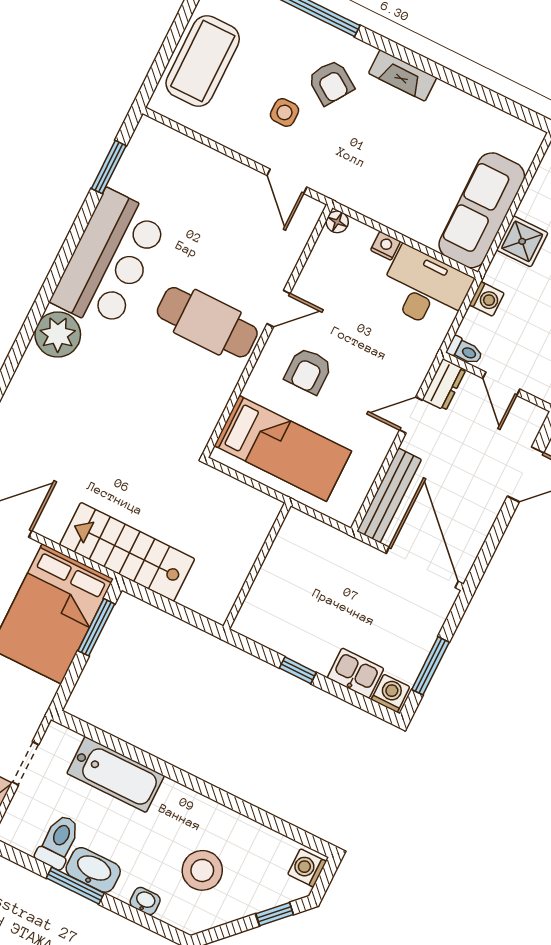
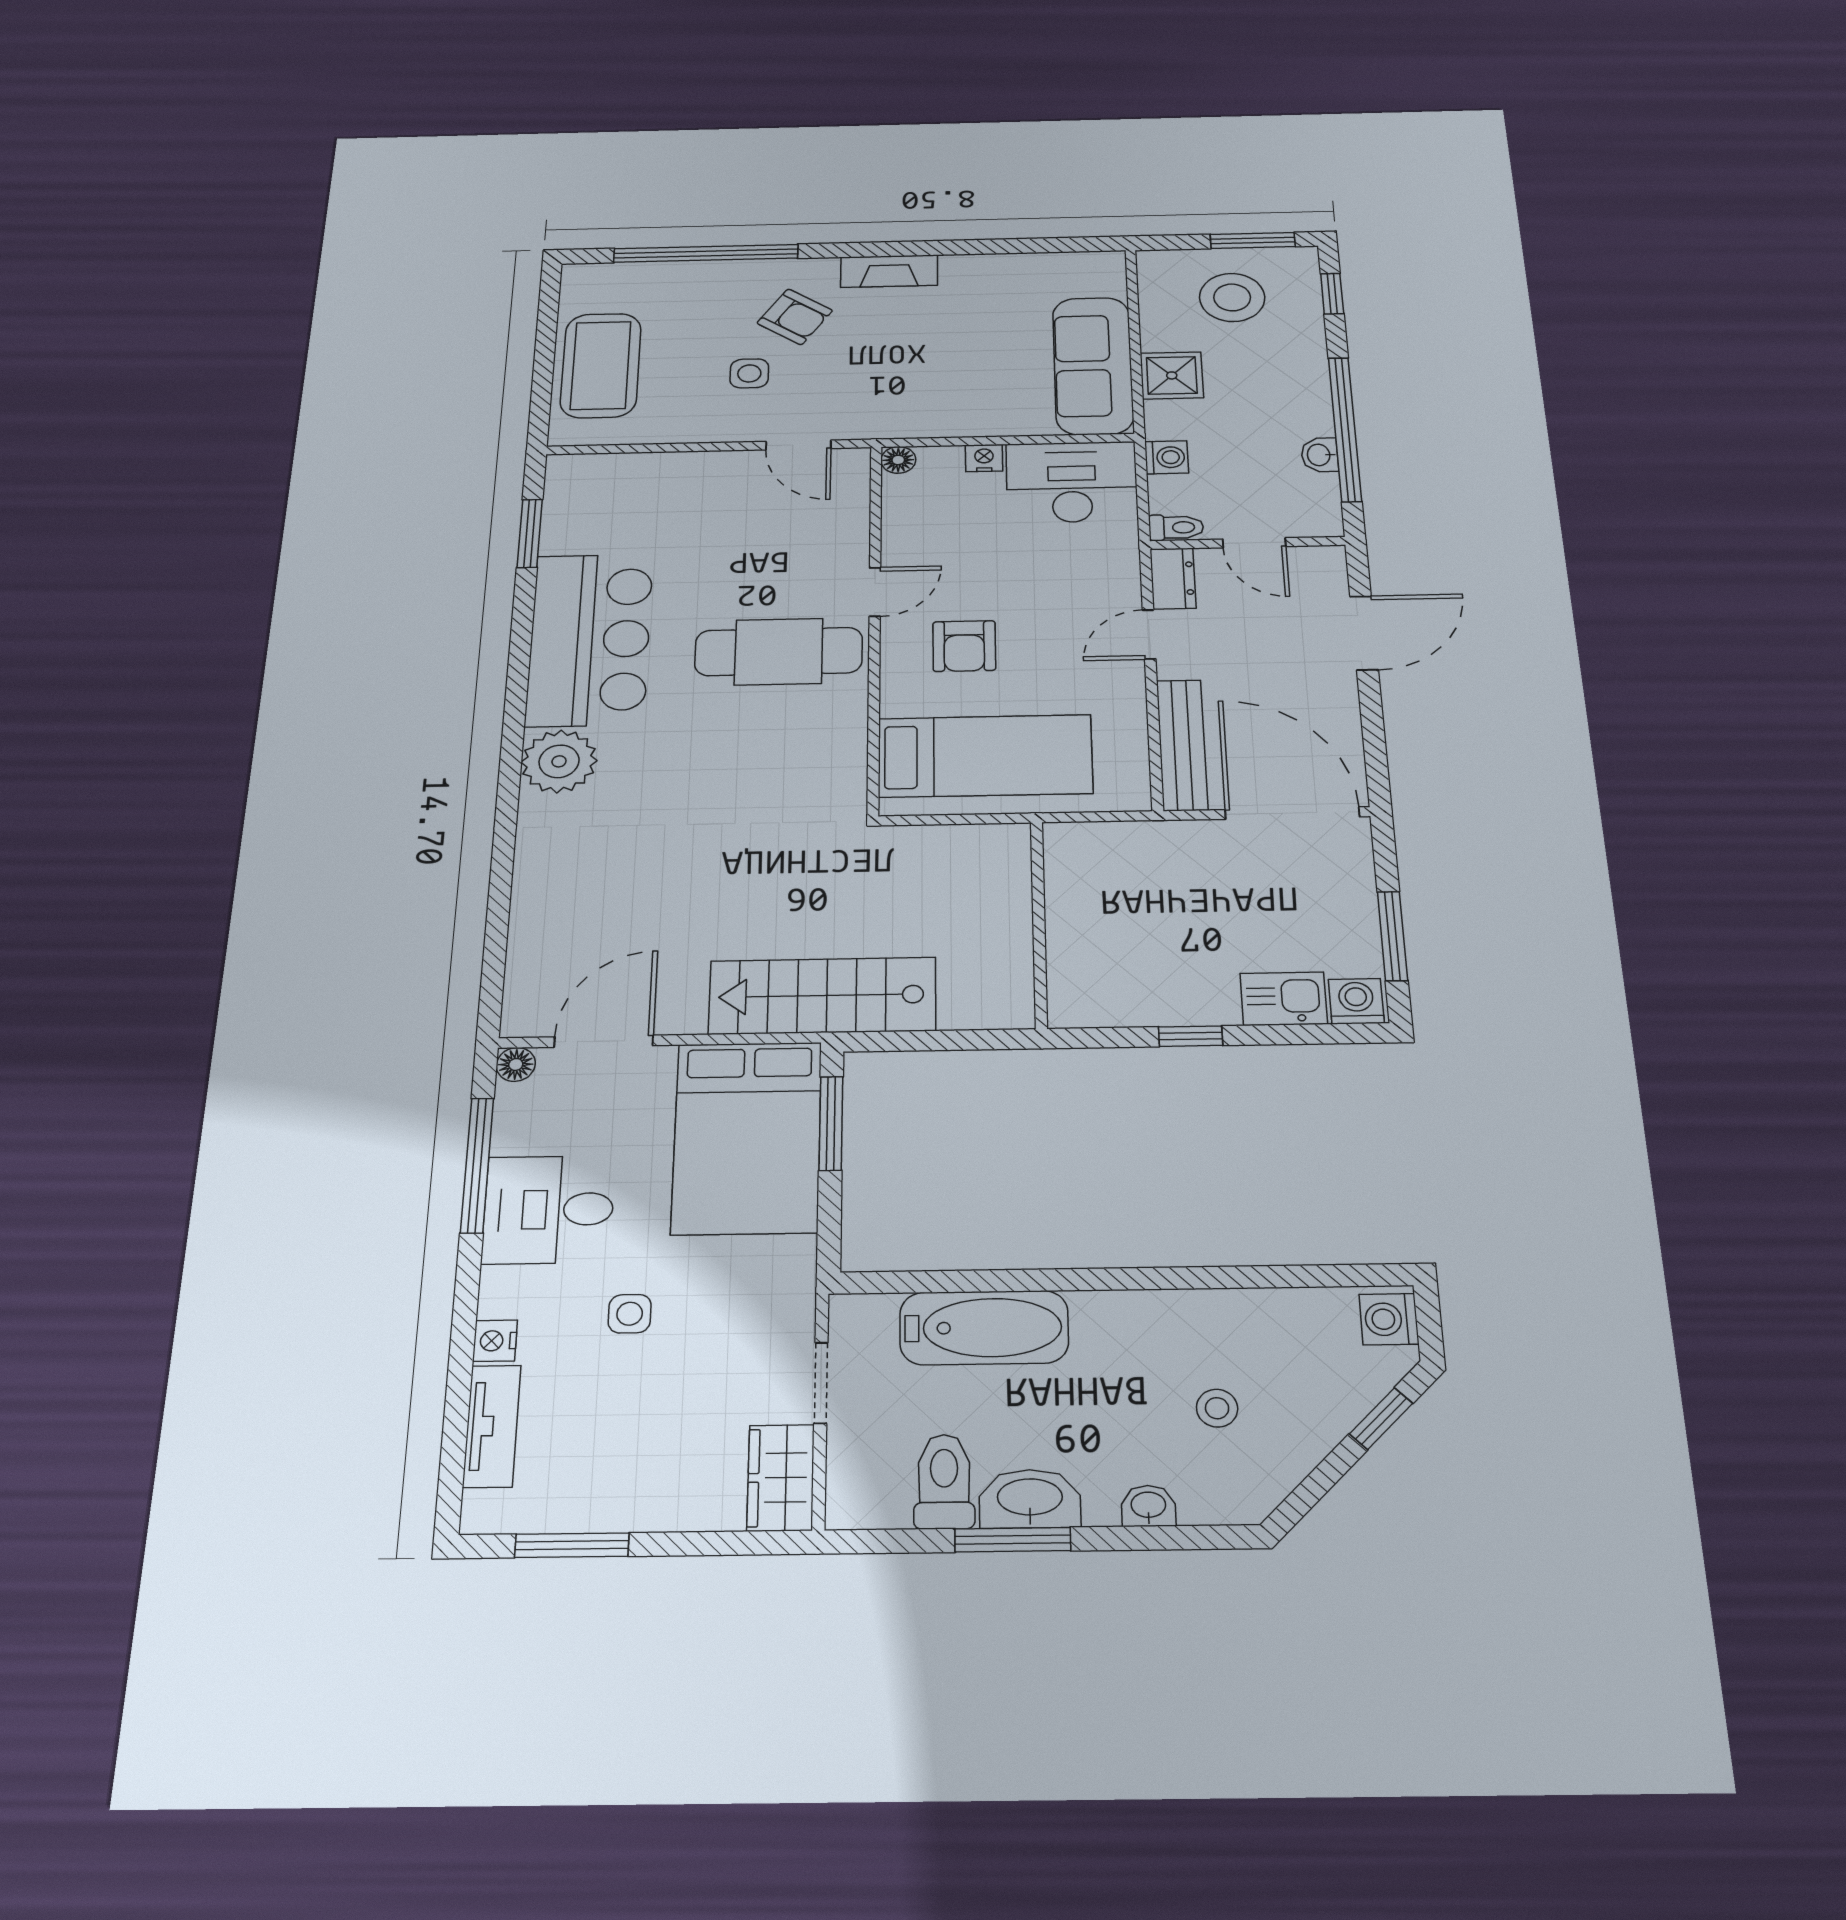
stool: (202, 870) -> (1217, 1408), width x0.53, depth x0.53

